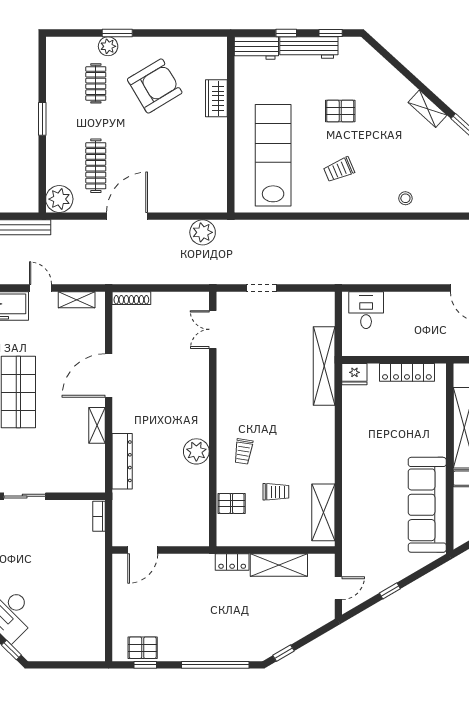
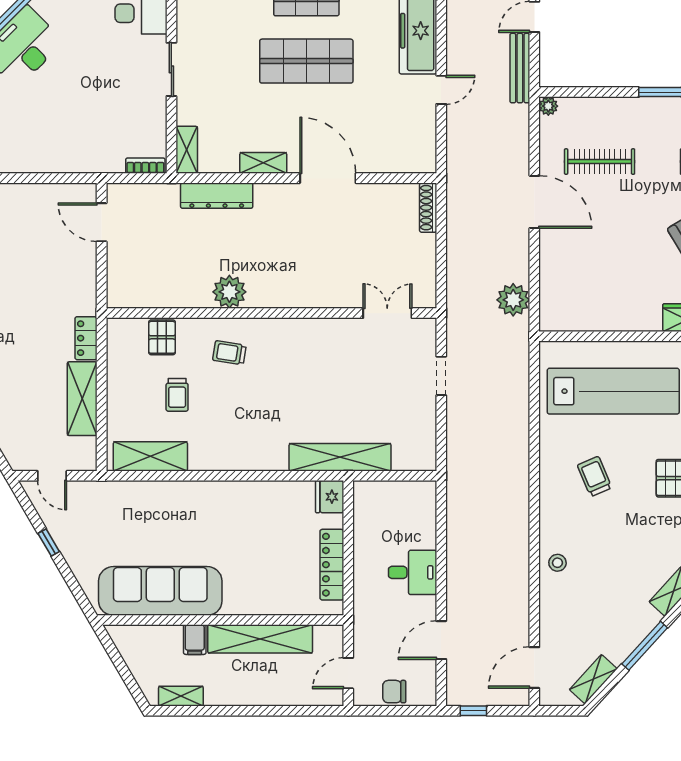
plant: (59, 199) -> (548, 106), width x0.53, depth x0.53
shelving: (77, 300) -> (187, 150), moved
desk: (366, 310) -> (413, 572), moved

